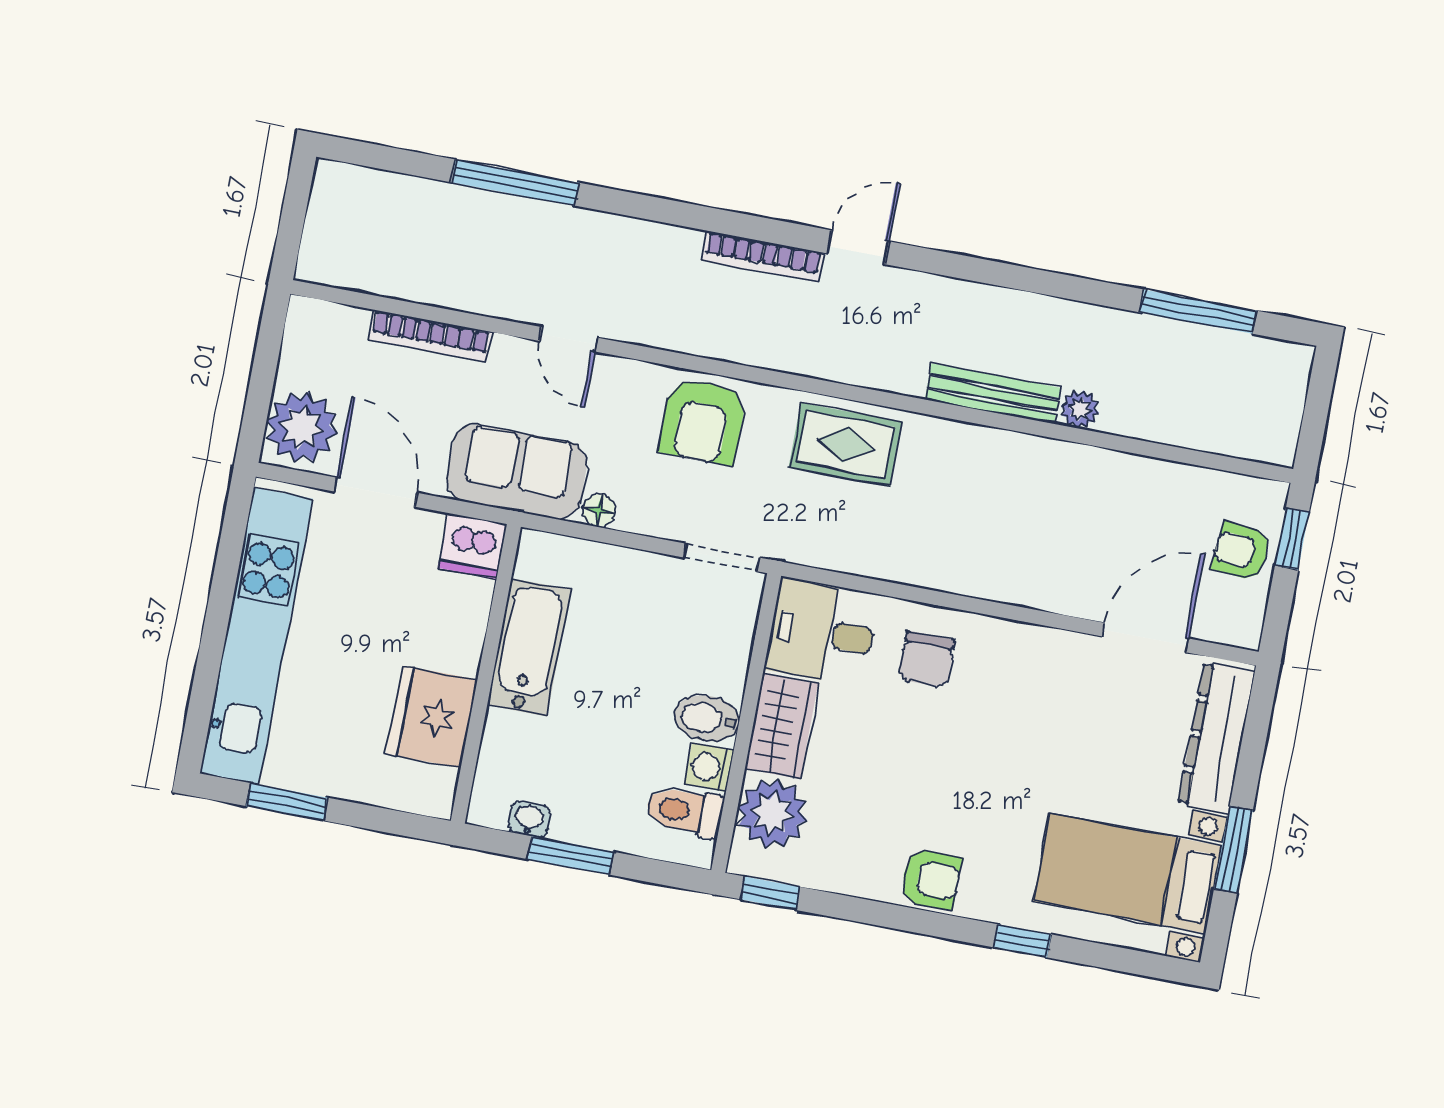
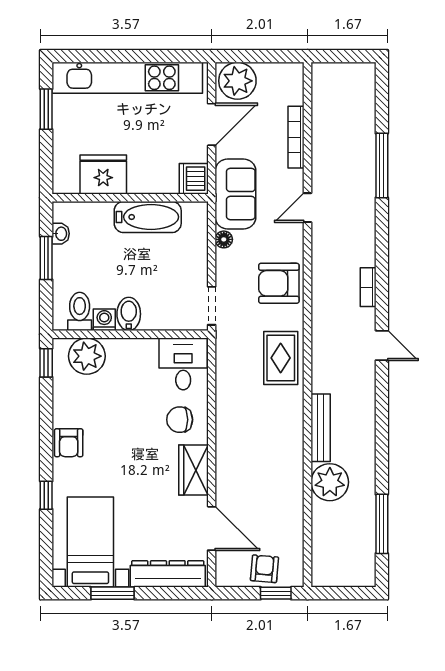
bookcase: (763, 257) -> (368, 287), width x0.64
plant: (1080, 409) -> (330, 482), width x1.87, depth x1.87
wardrobe: (781, 726) -> (193, 470), moved, turned 90

